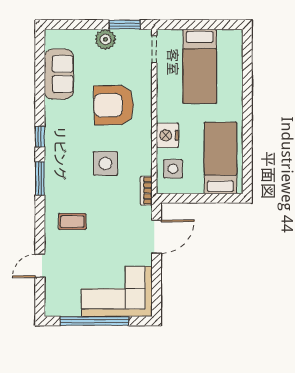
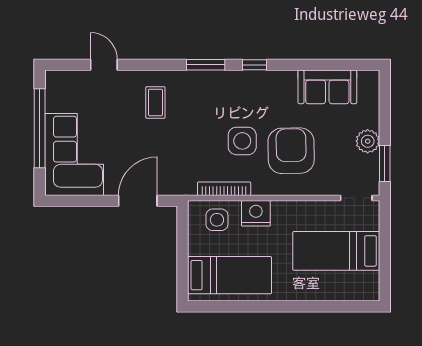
side table: (105, 163) -> (242, 141), moved
bookcase: (146, 191) -> (224, 189), moved, width x1.56
door: (157, 237) -> (138, 201), swing flipped

